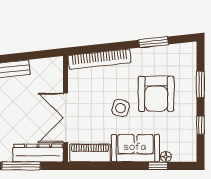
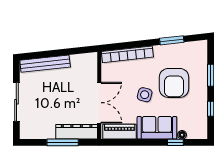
double door: (65, 118) -> (99, 103), swing flipped

